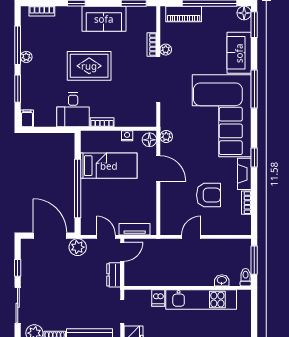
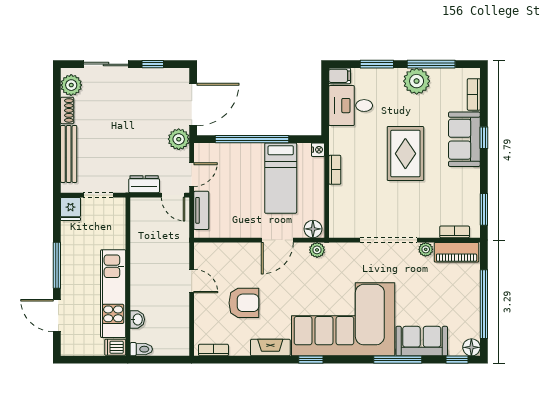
piano: (184, 14) -> (457, 252), moved, turned -90
sofa: (104, 19) -> (464, 139), moved
window: (254, 25) -> (457, 360), width x0.67
bookcase: (152, 44) -> (455, 232), moved
plant: (26, 57) -> (417, 81), width x1.88, depth x1.88
window: (254, 89) -> (398, 360), moved
desk: (73, 110) -> (351, 106), moved
nightstand: (127, 136) -> (318, 150), moved
window: (254, 157) -> (311, 360), moved
armchair: (208, 195) -> (244, 303), turned -90
bookcase: (246, 203) -> (213, 350), moved
window: (254, 260) -> (163, 360), removed
dishwasher: (158, 298) -> (115, 347), moved

